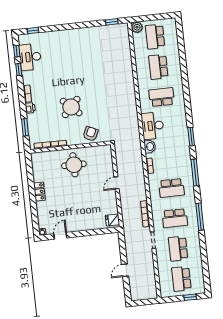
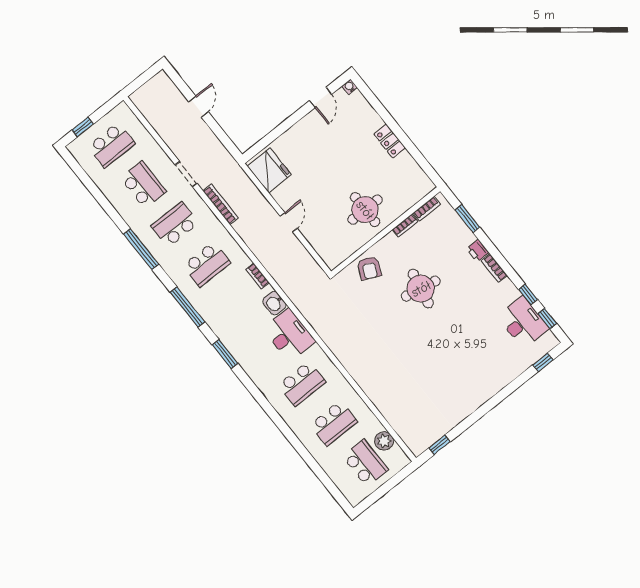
plant: (137, 27) -> (384, 441), moved
school desk: (158, 67) -> (334, 423), turned 90
round table: (71, 107) -> (421, 289), turned -32
school desk: (171, 188) -> (207, 264), turned 180
fridge: (112, 220) -> (269, 170), width x1.88, depth x1.34
school desk: (181, 279) -> (112, 145), turned 90

